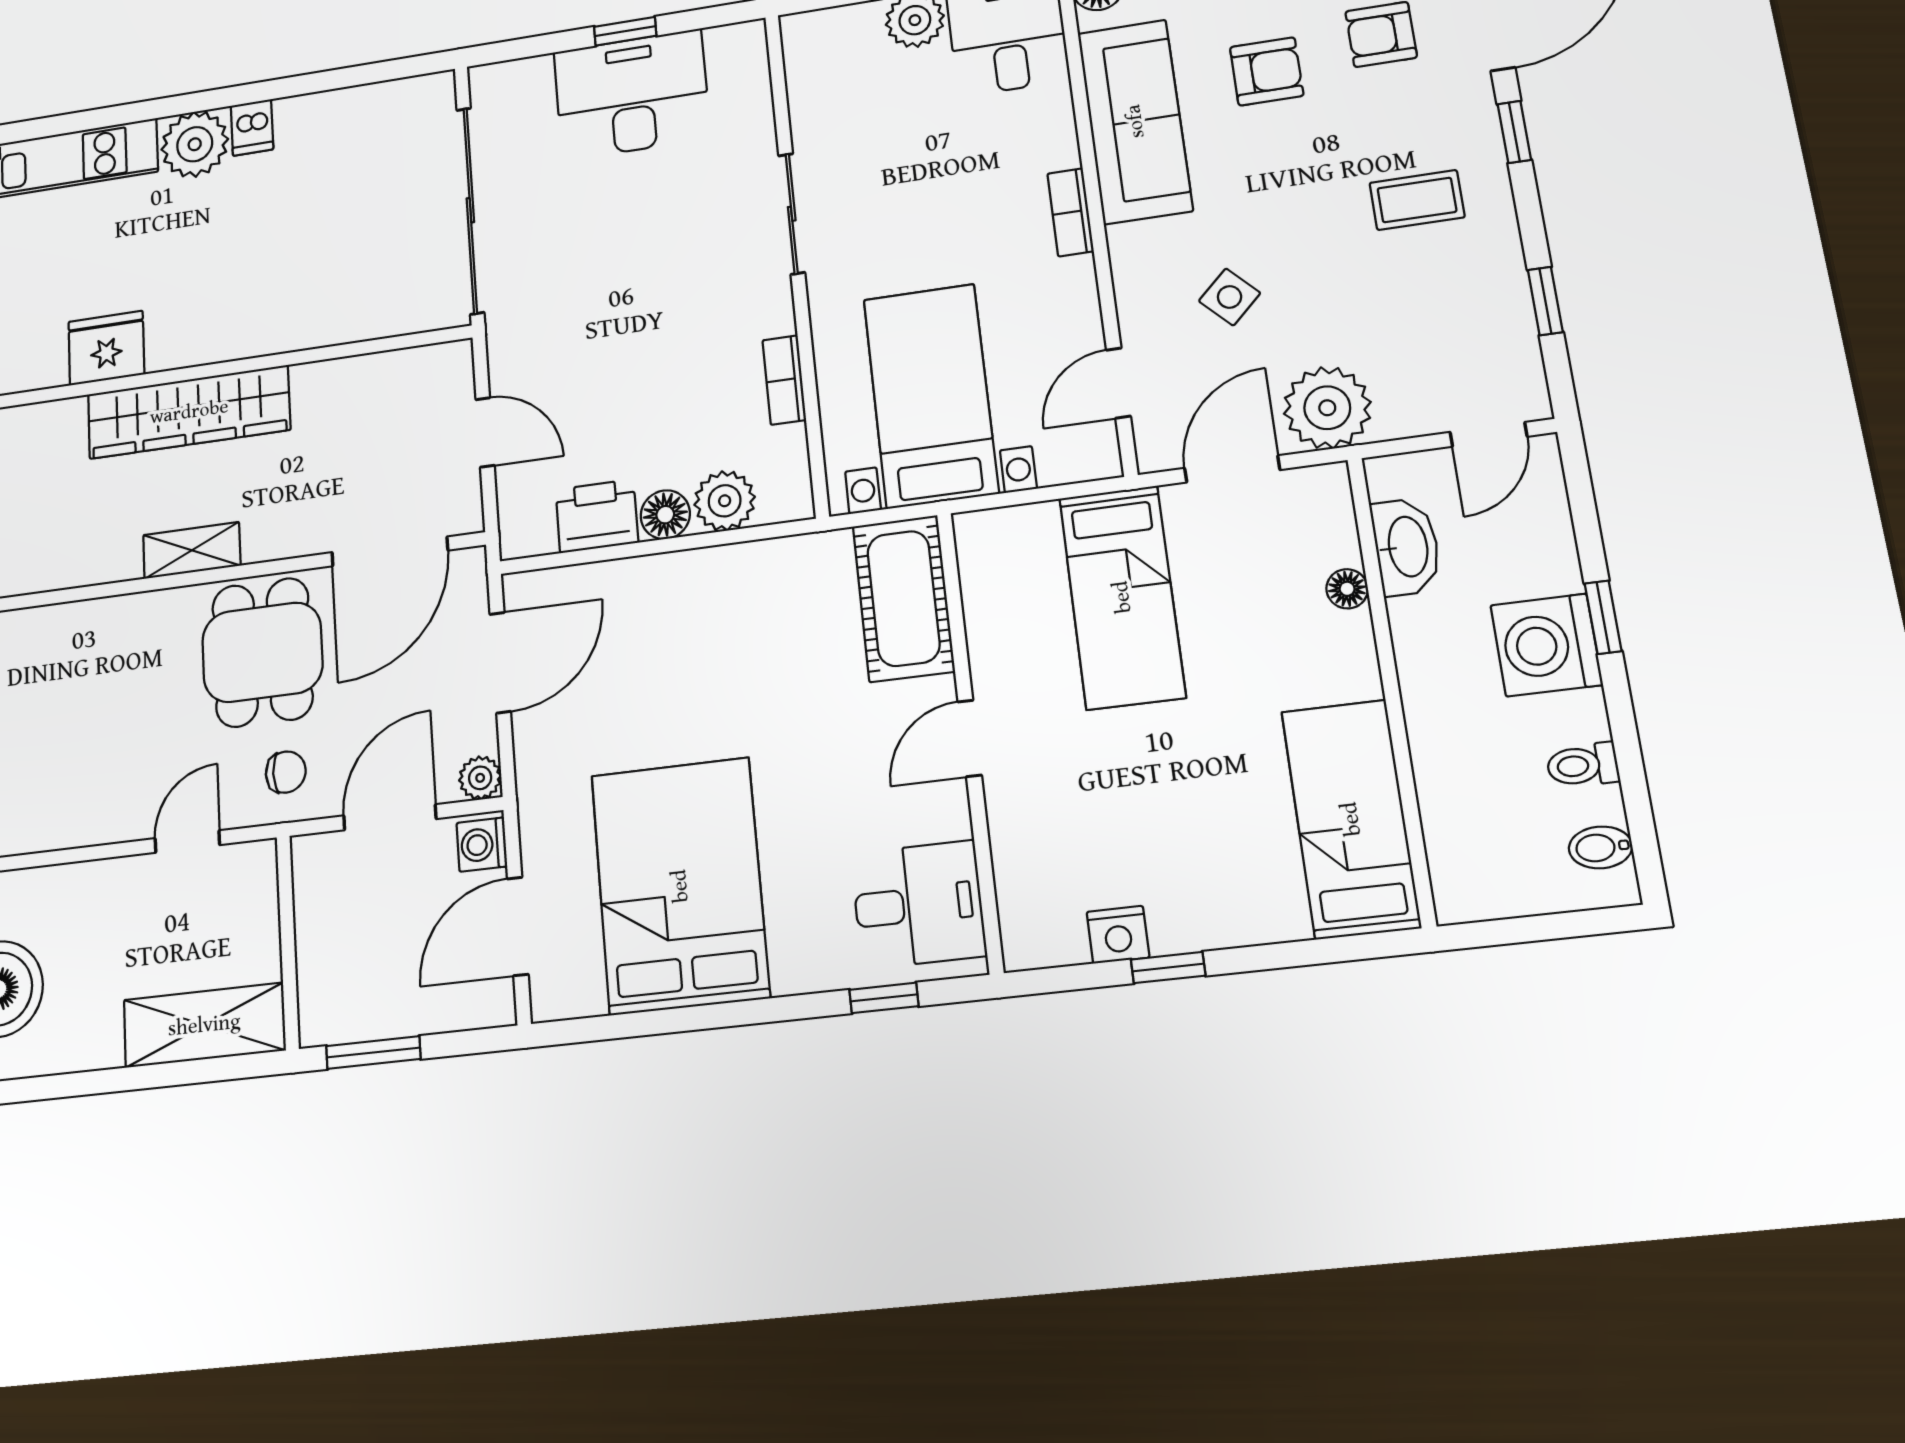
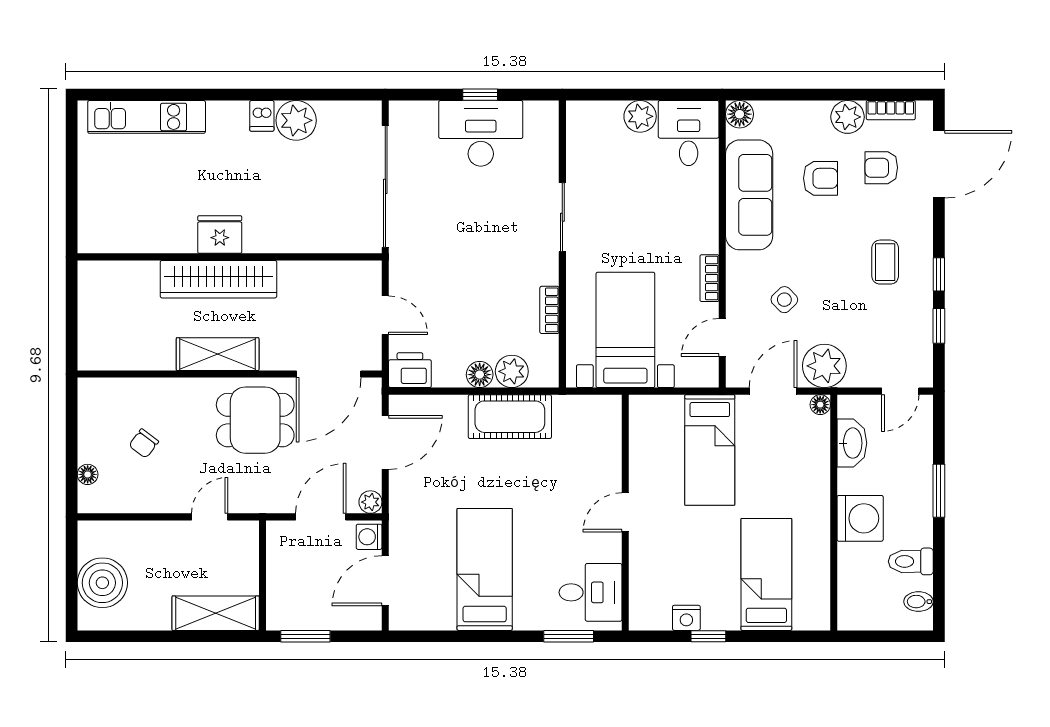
window: (1514, 132) -> (939, 274), moved
plant: (195, 144) -> (296, 120), moved
coffee table: (1417, 200) -> (885, 262), turned 90
bookcase: (1070, 212) -> (709, 278), moved
fridge: (106, 348) -> (220, 235), moved
printer: (597, 516) -> (410, 370), moved
shelving: (192, 550) -> (218, 354), width x1.50, depth x1.33
floor lamp: (1347, 589) -> (820, 405), moved
cot: (904, 598) -> (510, 417), moved, turned 90
window: (1603, 617) -> (939, 491), width x1.50
washing machine: (1546, 645) -> (860, 518), moved, turned 180
dining table: (262, 652) -> (255, 420), turned 90
toilet: (1583, 765) -> (911, 561), width x1.37, depth x1.39
chair: (286, 772) -> (144, 443), moved, turned 127
bed: (1351, 819) -> (766, 574), moved
bed: (680, 886) -> (485, 569), width x0.67
window: (884, 998) -> (569, 636), width x1.50

